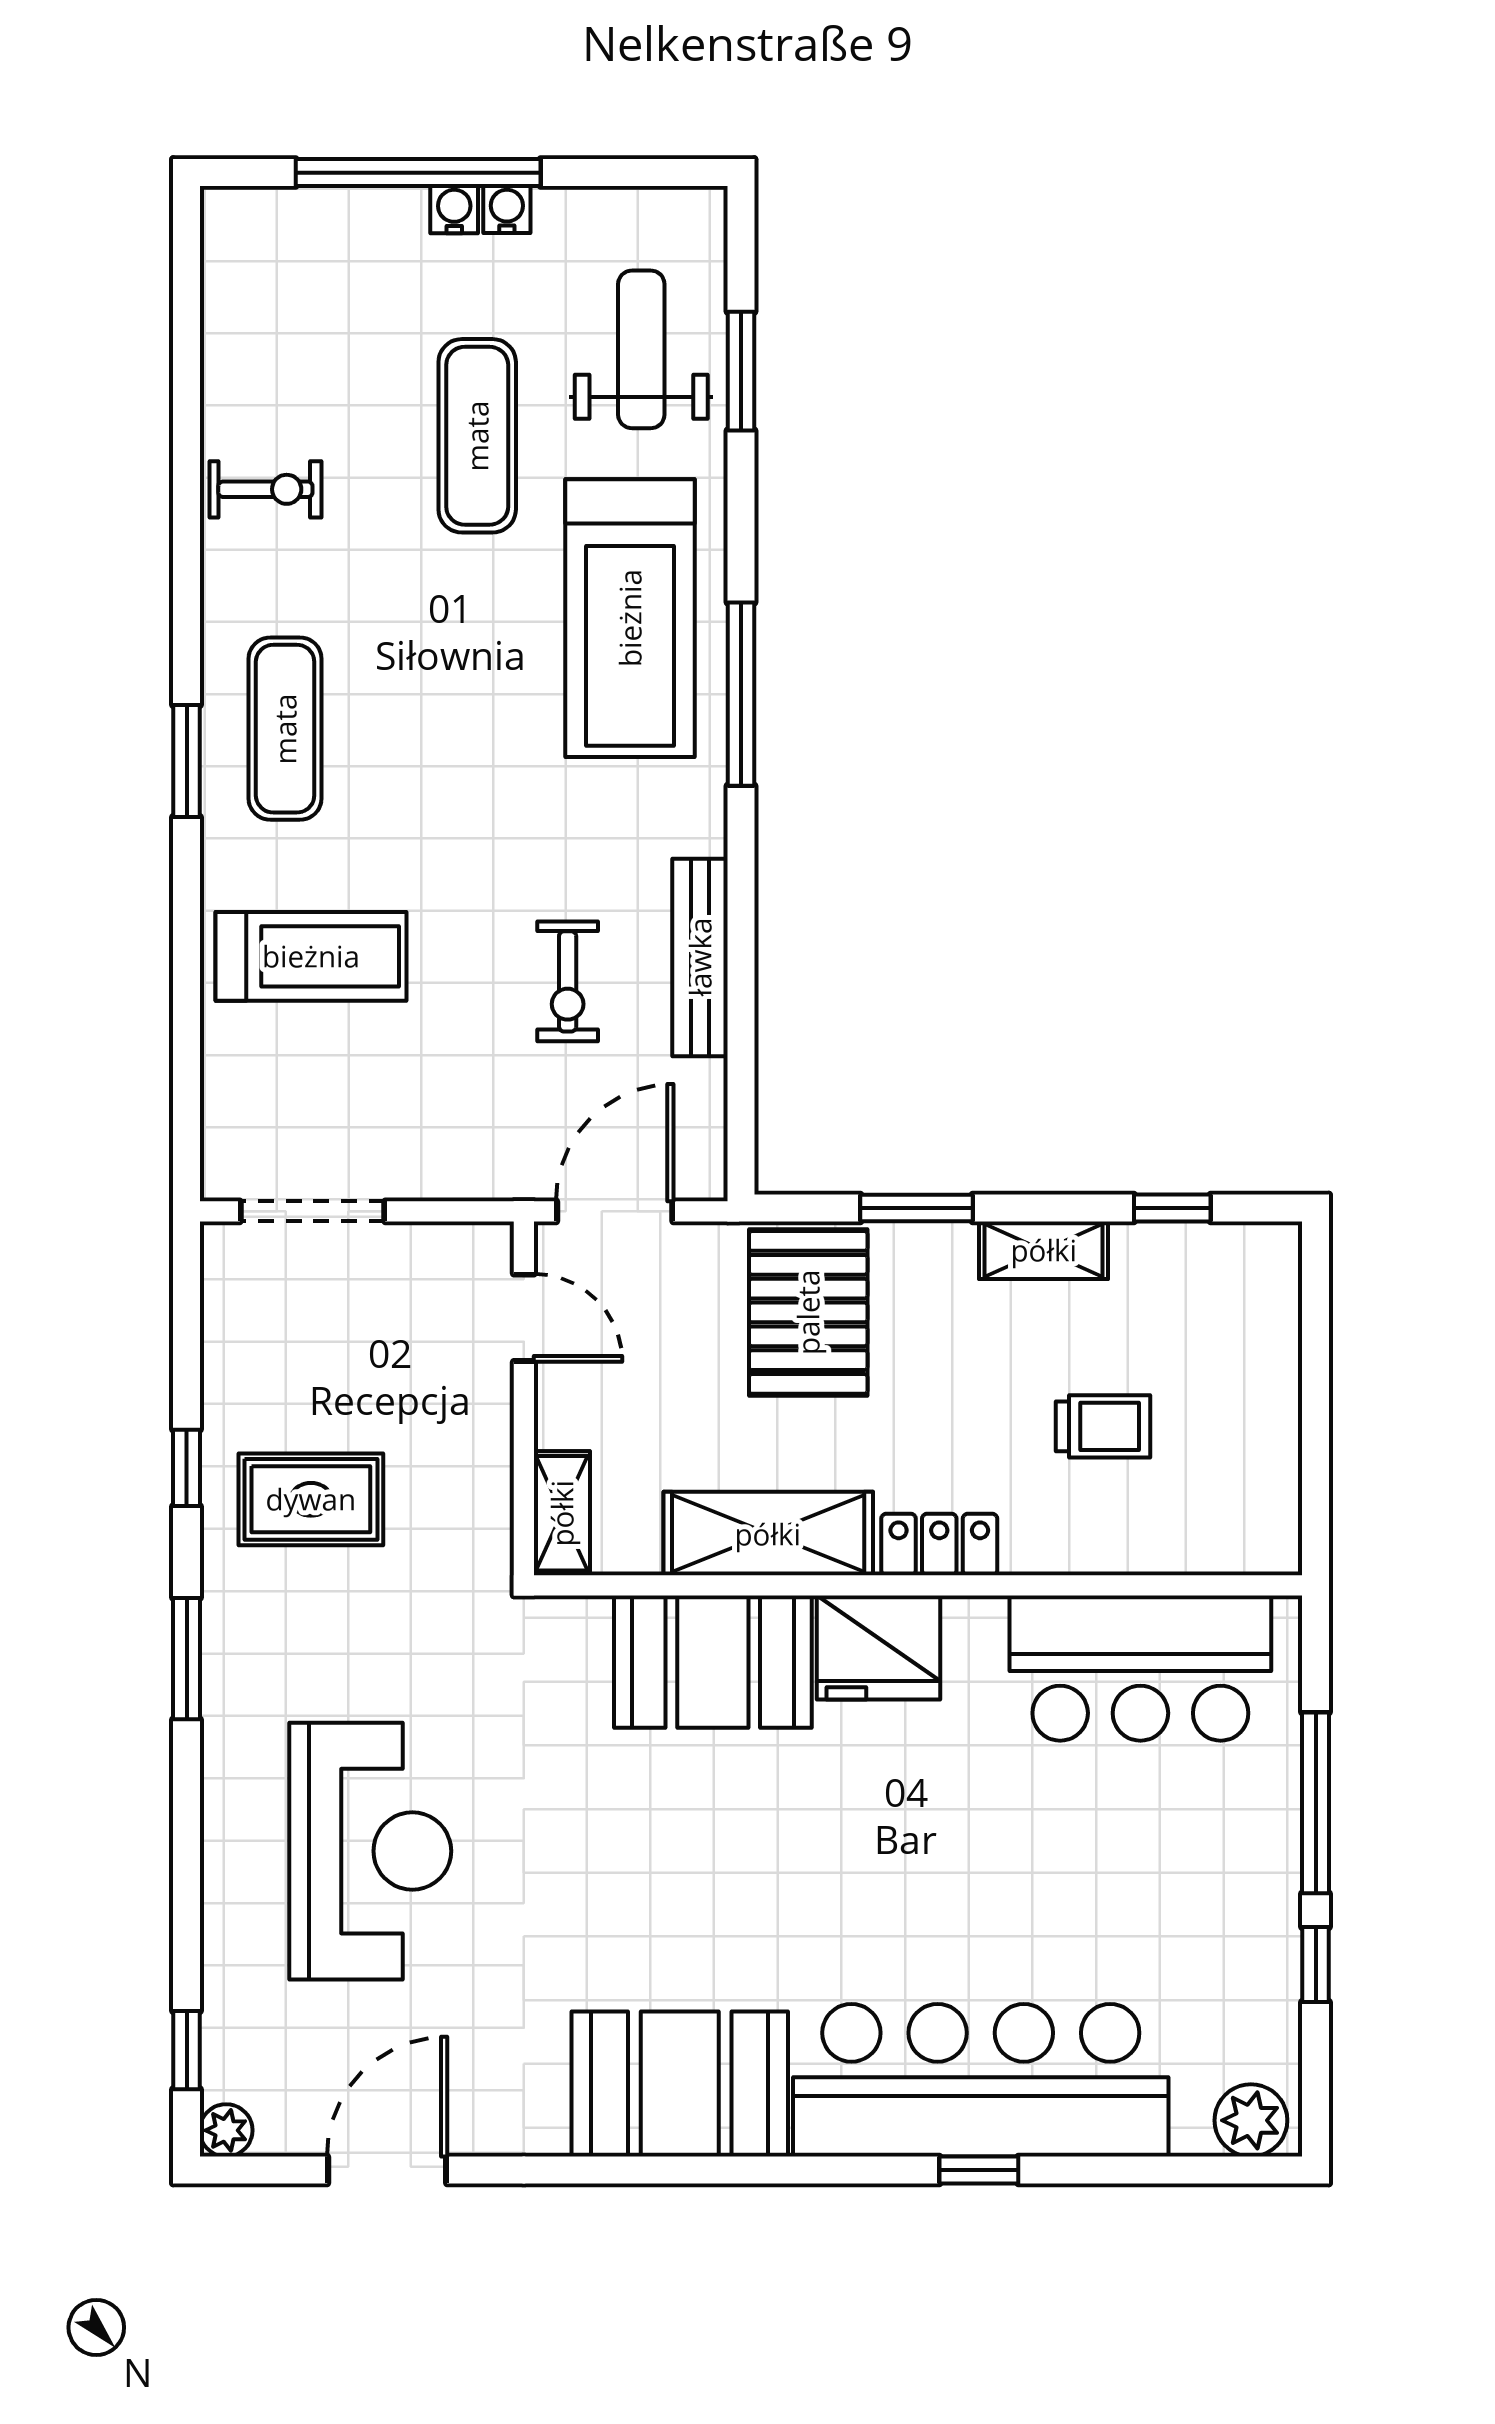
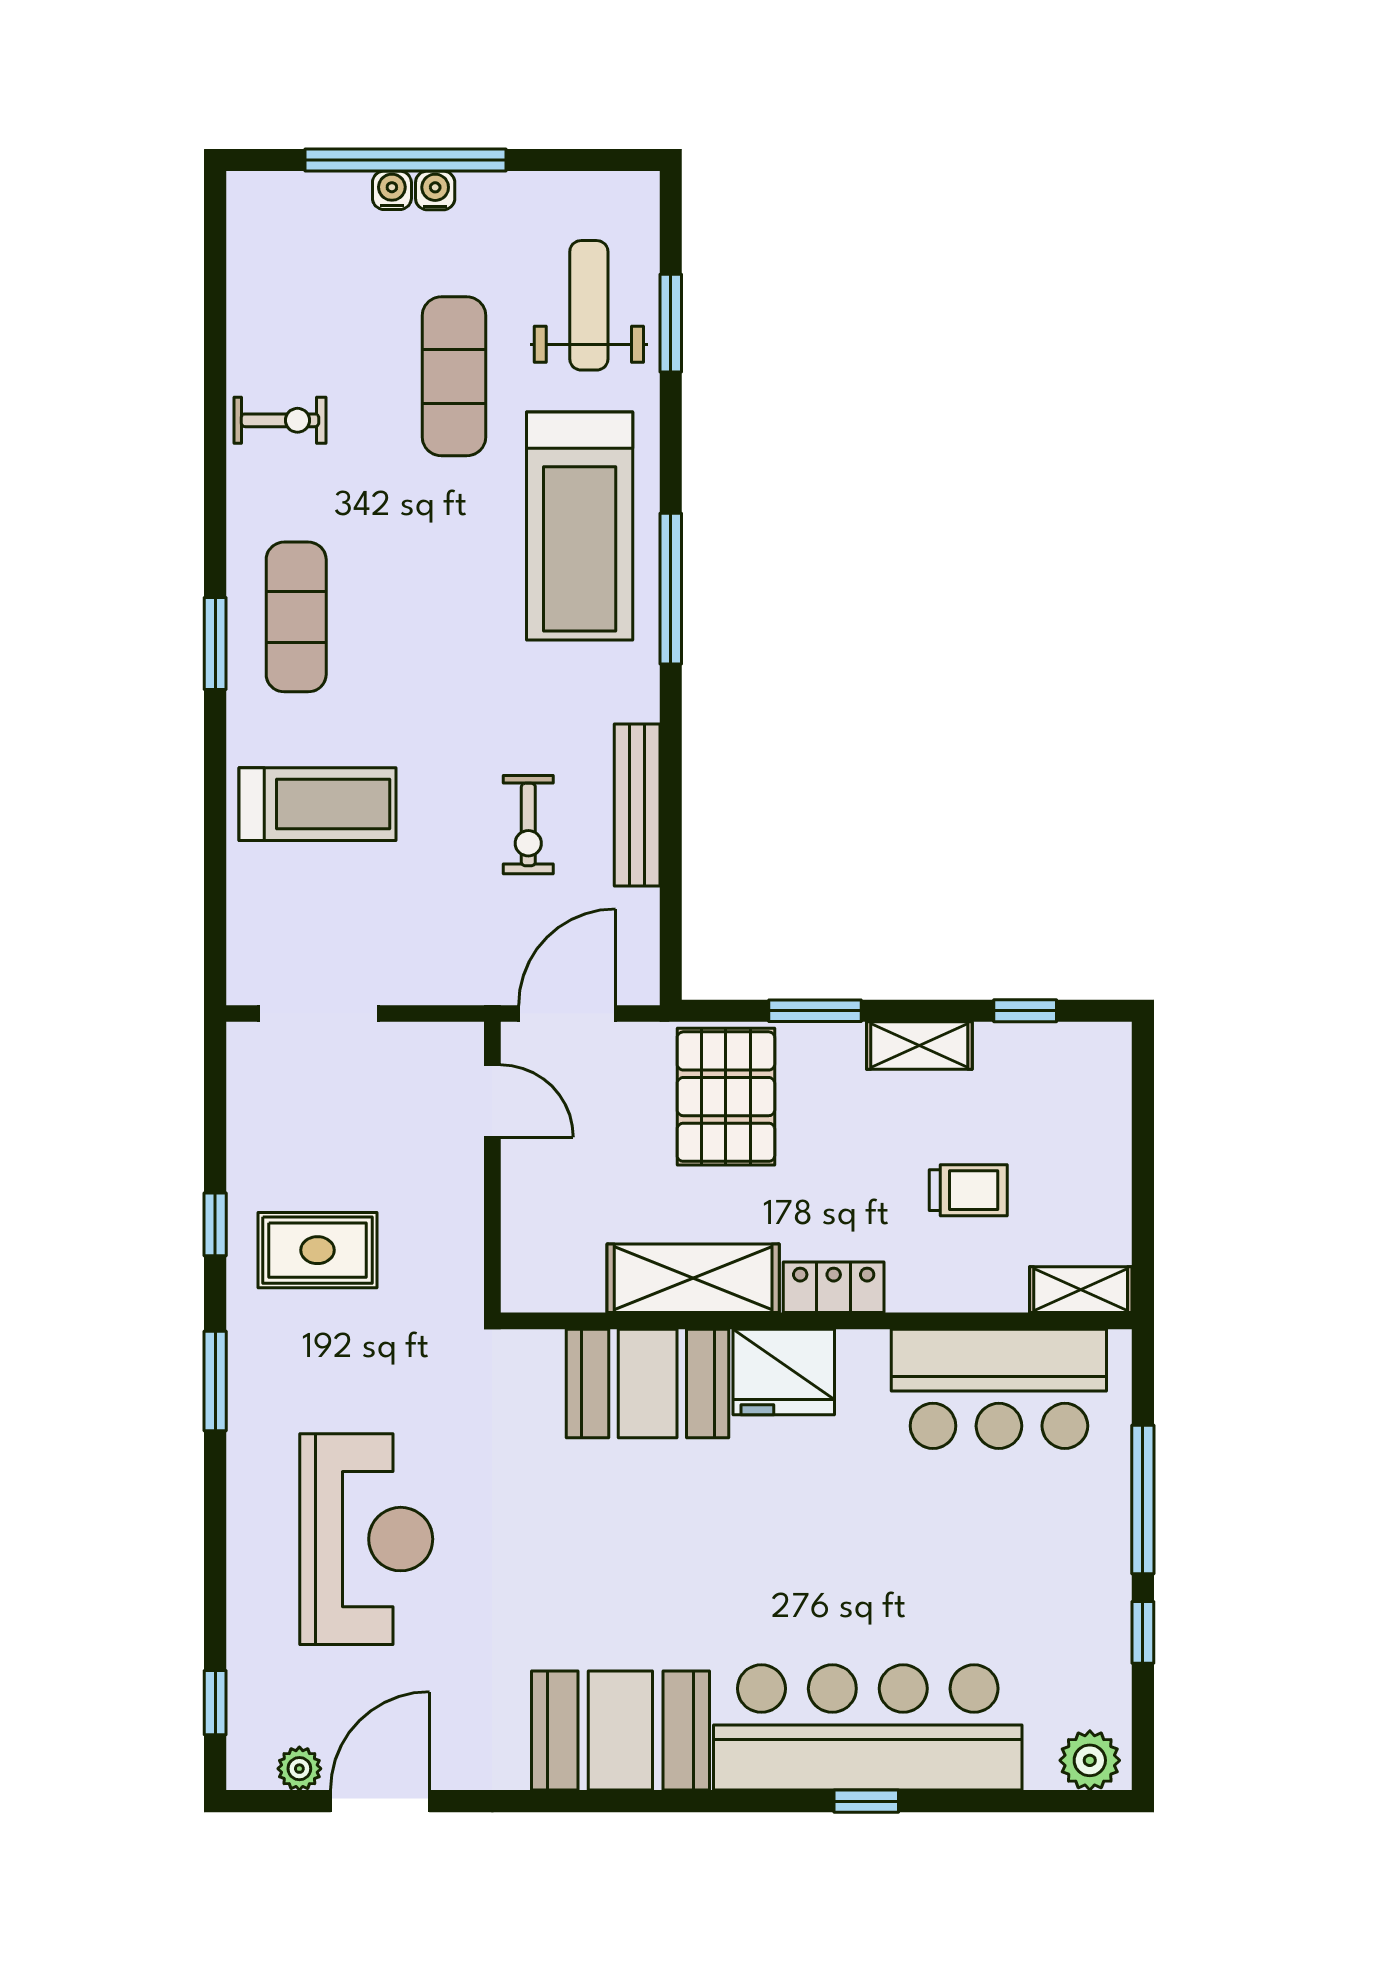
water cooler: (507, 209) -> (392, 190), moved
shelving: (562, 1513) -> (1081, 1290), moved, turned 90
plant: (226, 2130) -> (299, 1769), moved

